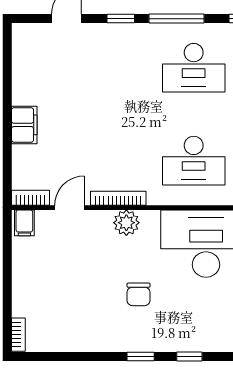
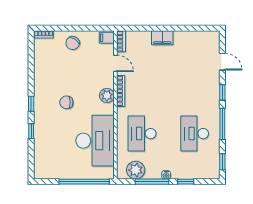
chair: (34, 283) -> (73, 43), added

